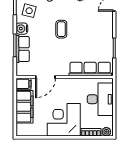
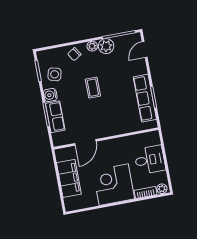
row of seats: (90, 69) -> (145, 98), moved, turned -90
filing cabinet: (24, 84) -> (63, 154), removed
desk: (100, 99) -> (150, 160), width x0.73

